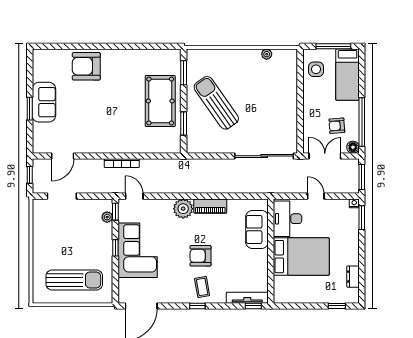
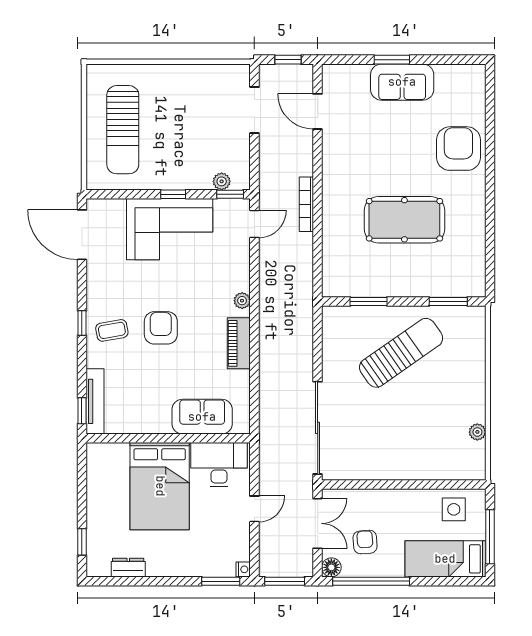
pool table: (160, 101) -> (404, 220), moved
plant: (183, 209) -> (242, 301), width x0.53, depth x0.53

